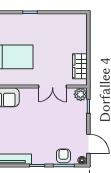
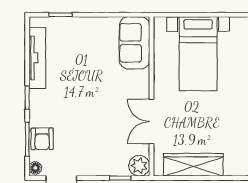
wardrobe: (80, 66) -> (193, 165), width x1.50
armchair: (63, 156) -> (42, 139), turned 90

